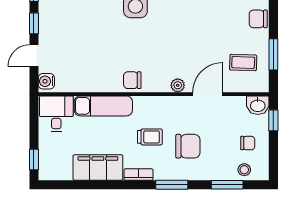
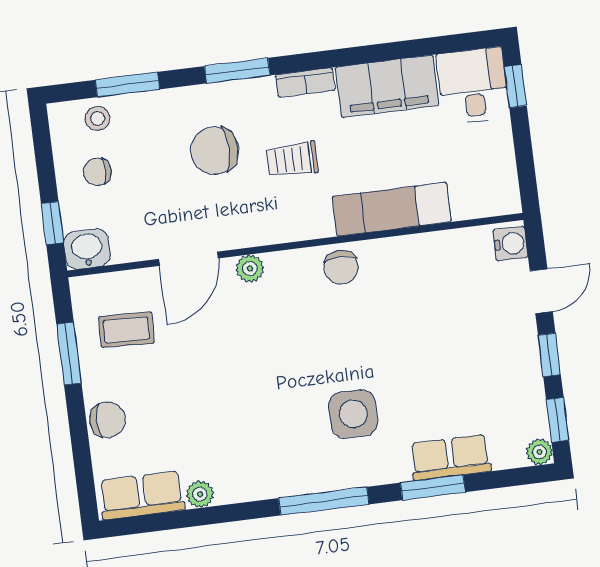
chair: (132, 80) -> (341, 267), turned 90
desk: (56, 114) -> (473, 86), moved, turned 180

